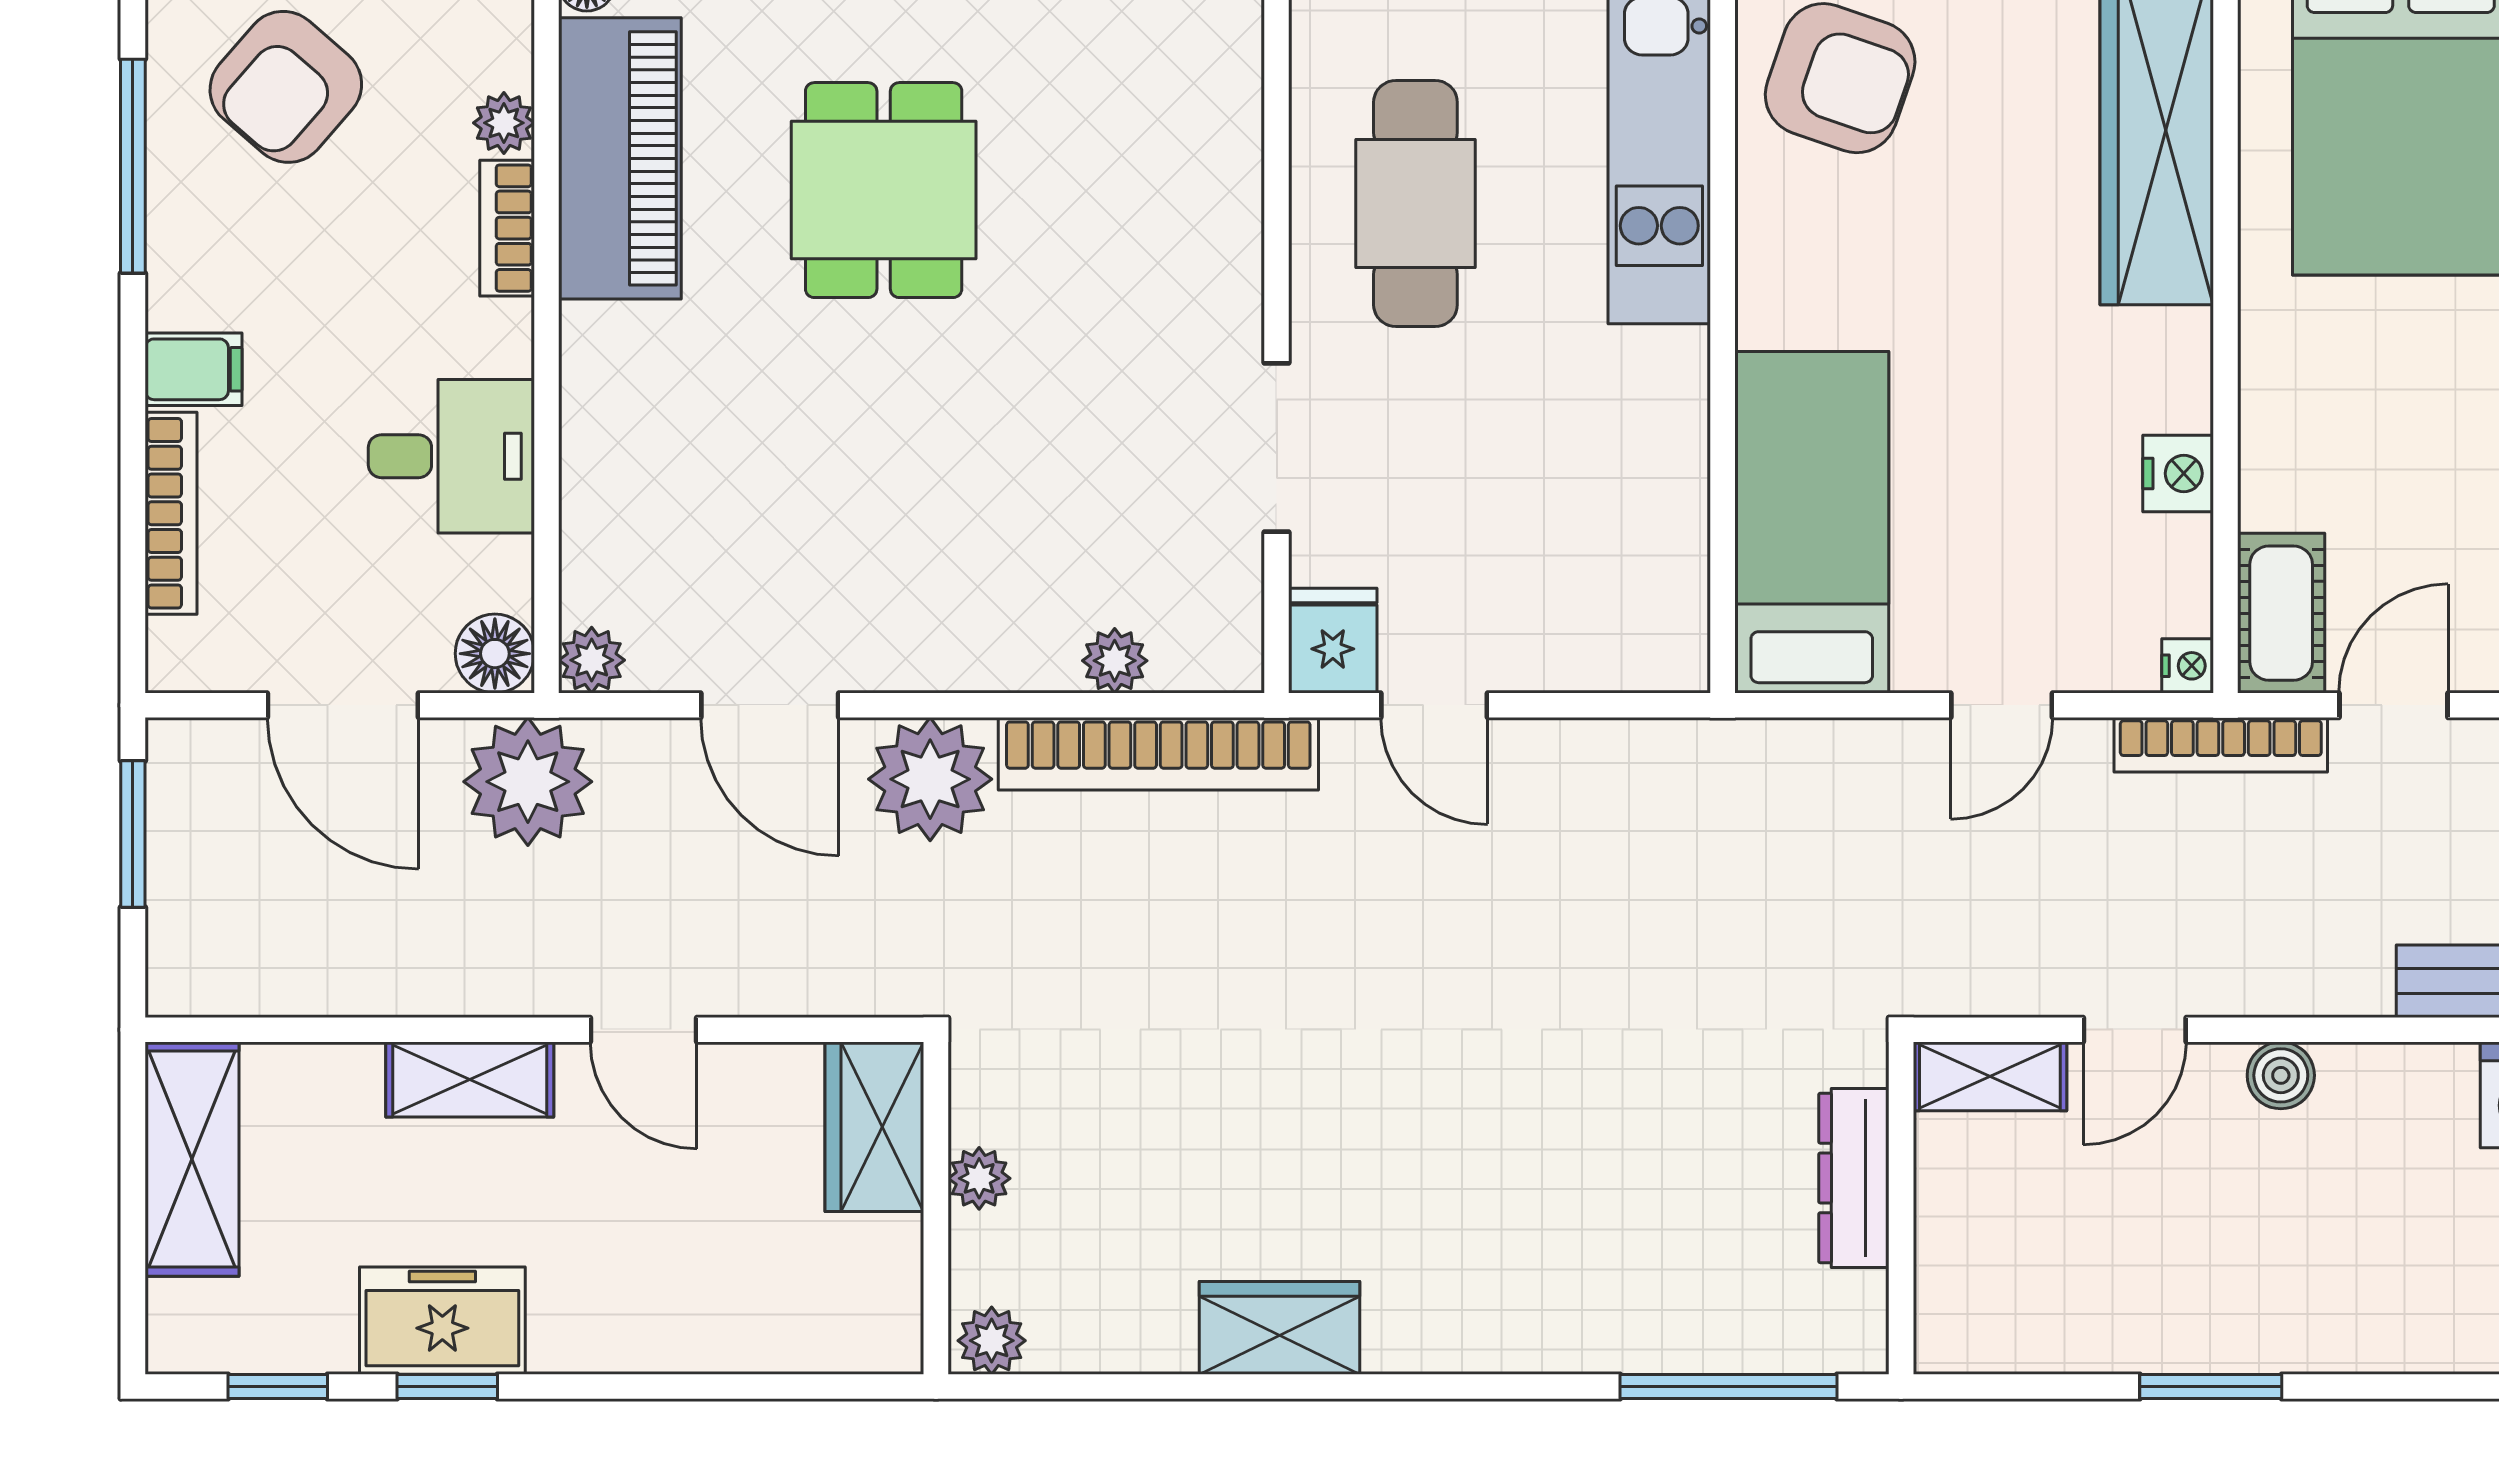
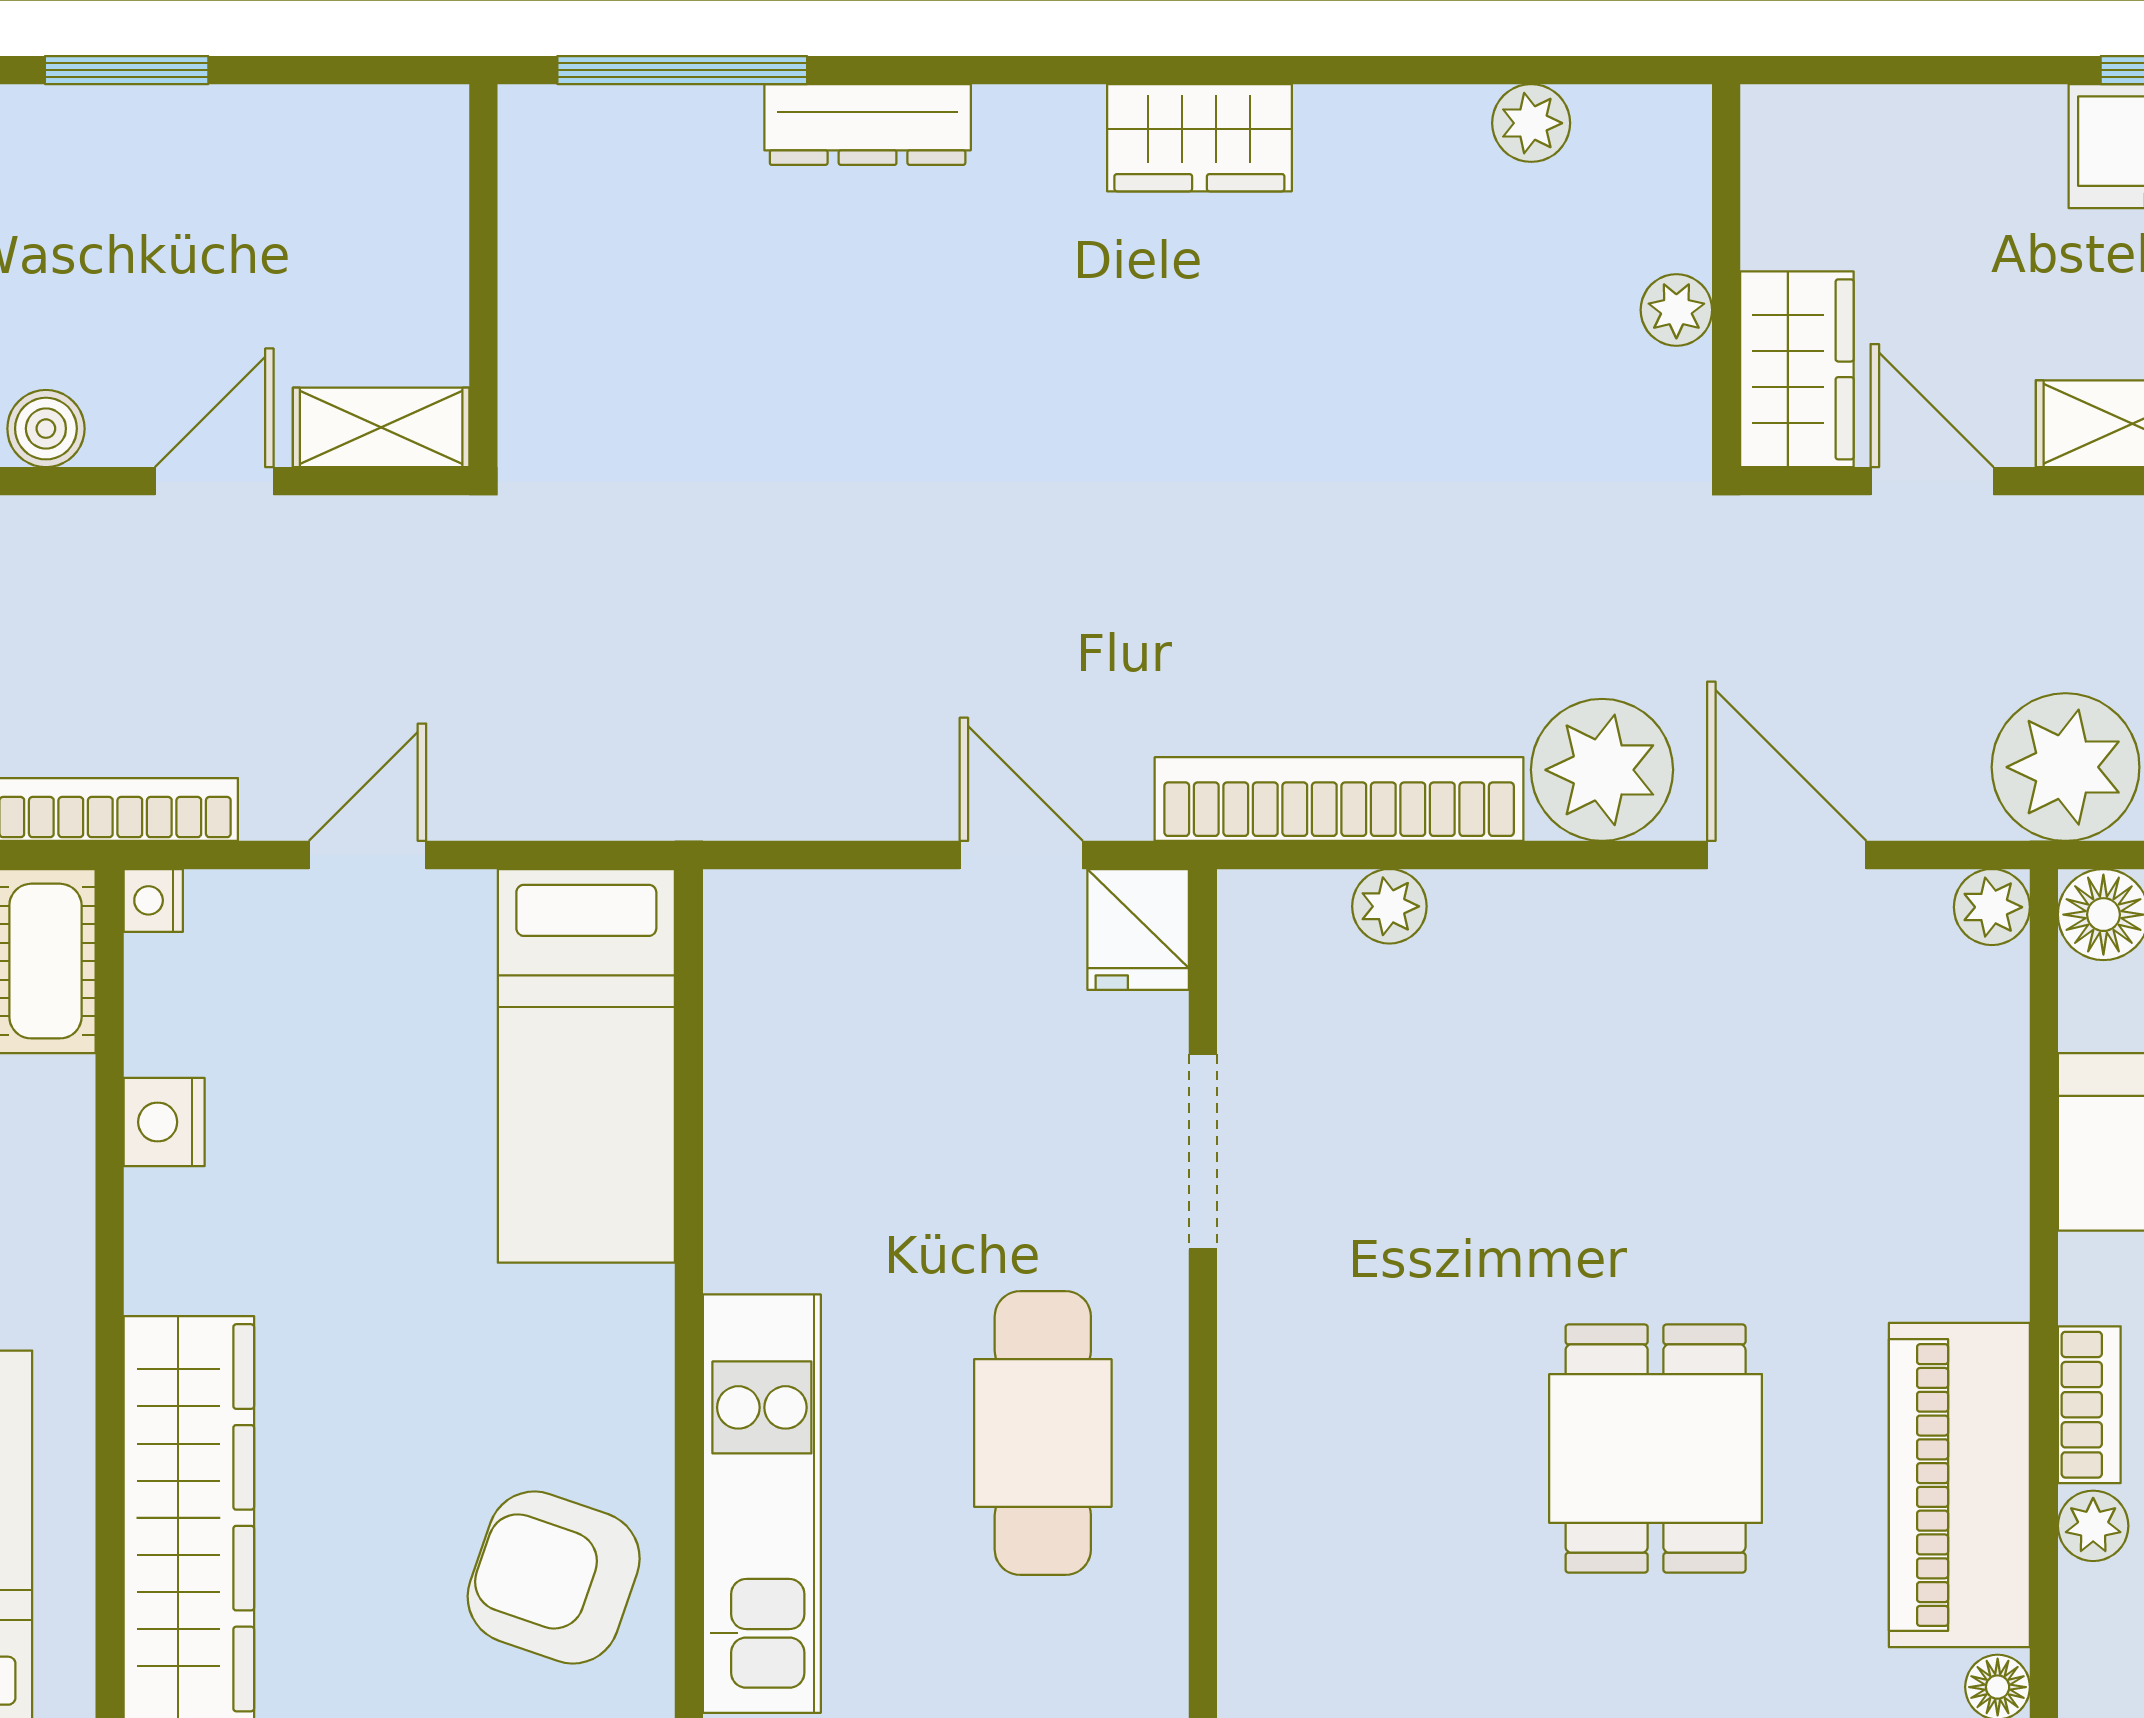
wardrobe: (874, 1127) -> (1797, 369), moved
plant: (979, 1178) -> (1676, 310), moved
dresser: (1854, 1178) -> (868, 124), moved, turned 90
wall: (936, 1208) -> (1726, 276), moved

